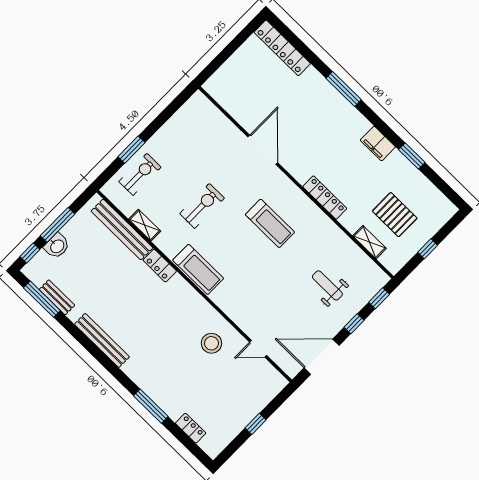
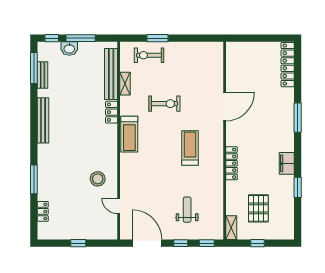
exercise bike: (140, 174) -> (149, 55), turned 180
treadmill: (270, 223) -> (190, 148), turned 180
shelving: (370, 242) -> (231, 228), moved

